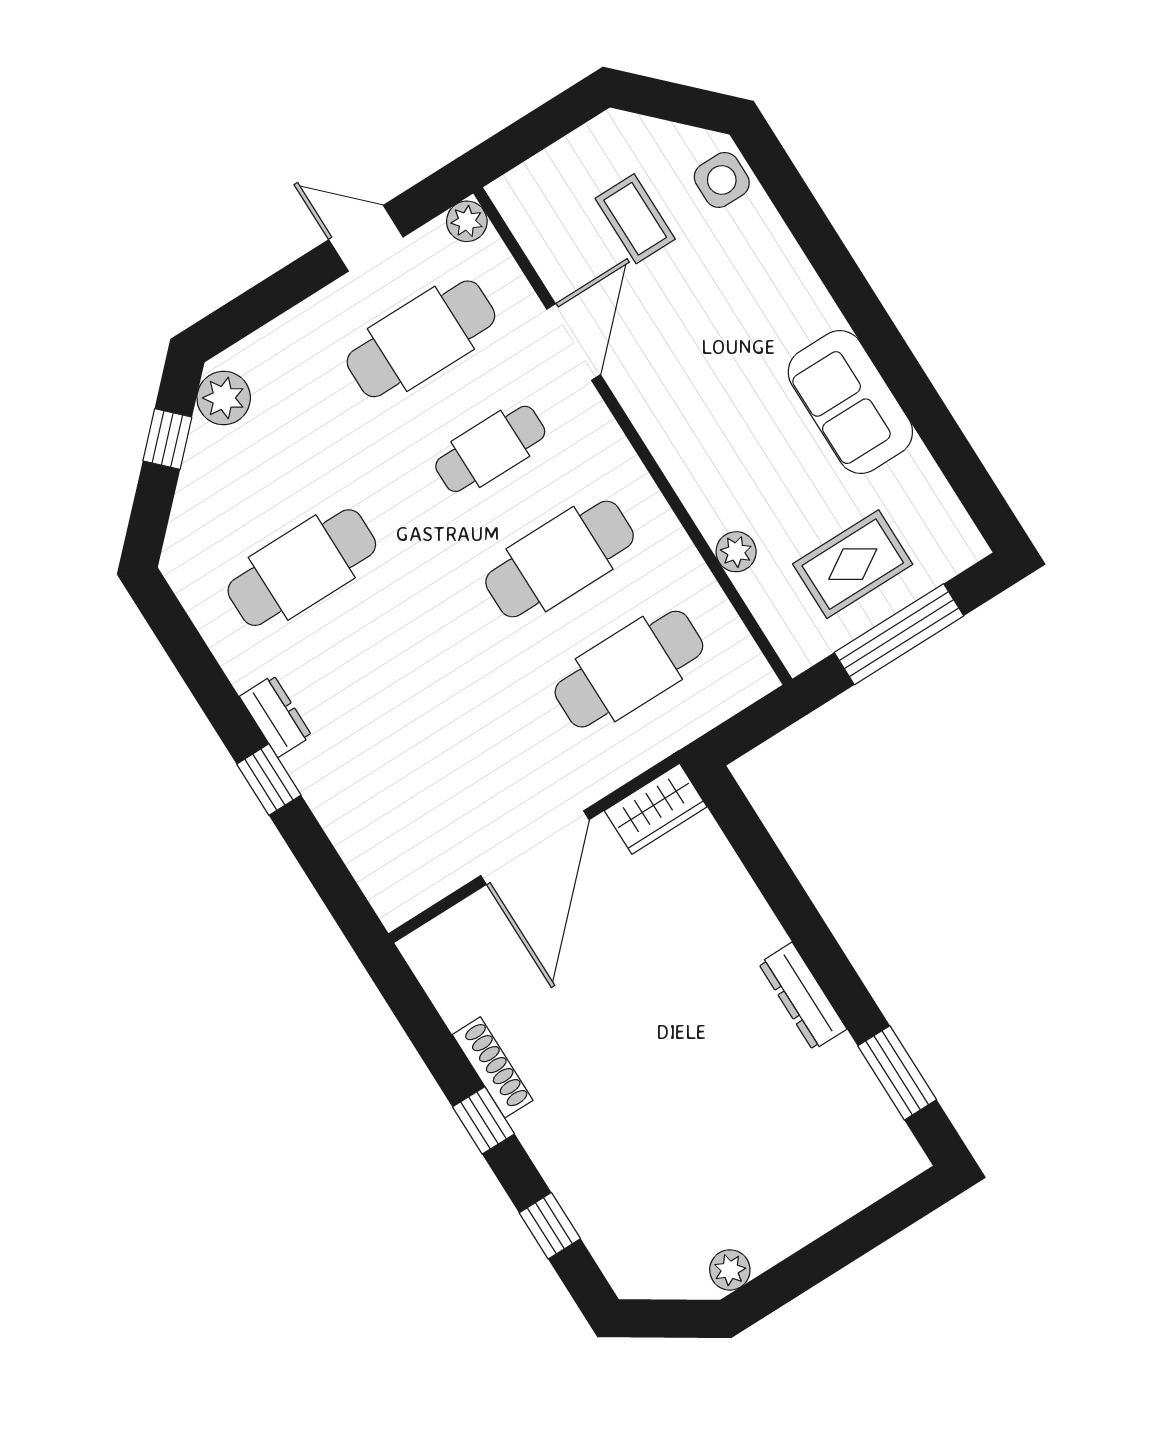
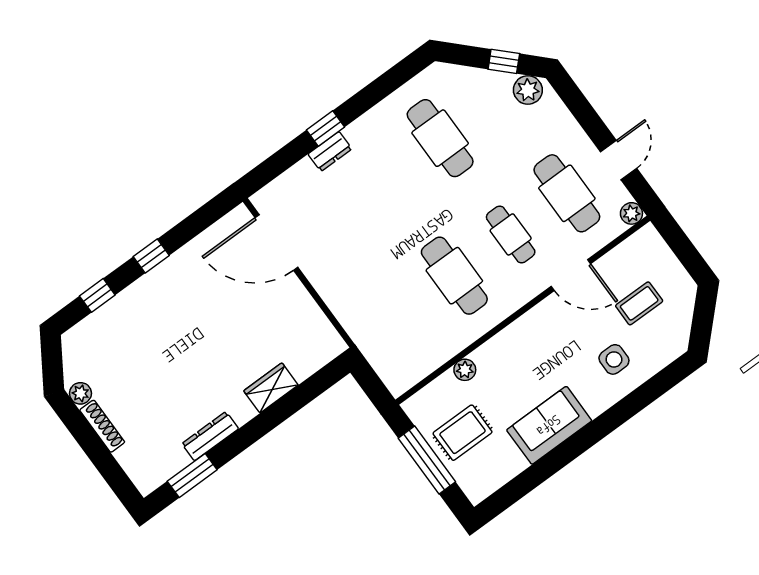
side table: (722, 180) -> (614, 359), moved
rug: (853, 564) -> (463, 433), turned 90
cafe table: (629, 669) -> (398, 317), removed
dresser: (276, 716) -> (330, 151), moved
wardrobe: (656, 809) -> (271, 388), moved, turned 90
door: (535, 848) -> (276, 242), moved
dresser: (803, 996) -> (210, 436), moved
shoe rack: (493, 1067) -> (102, 426), moved, turned -90

